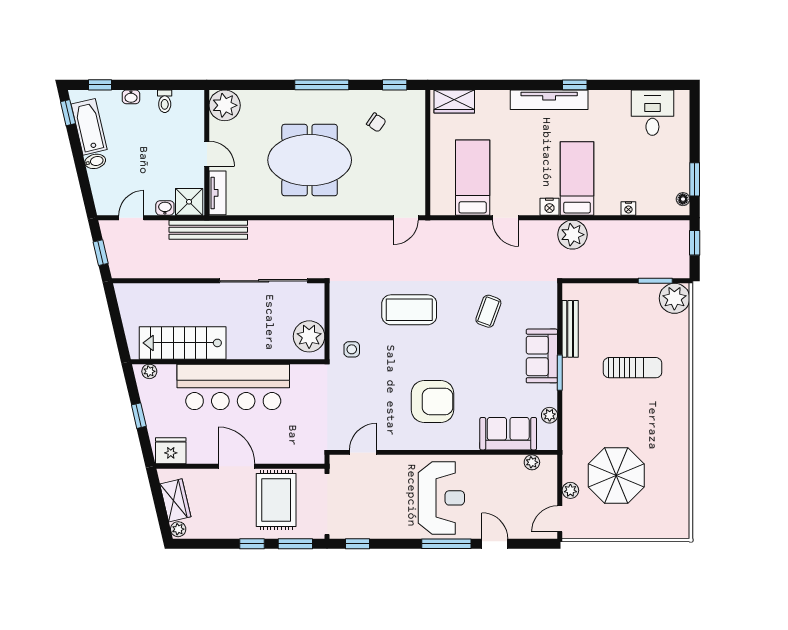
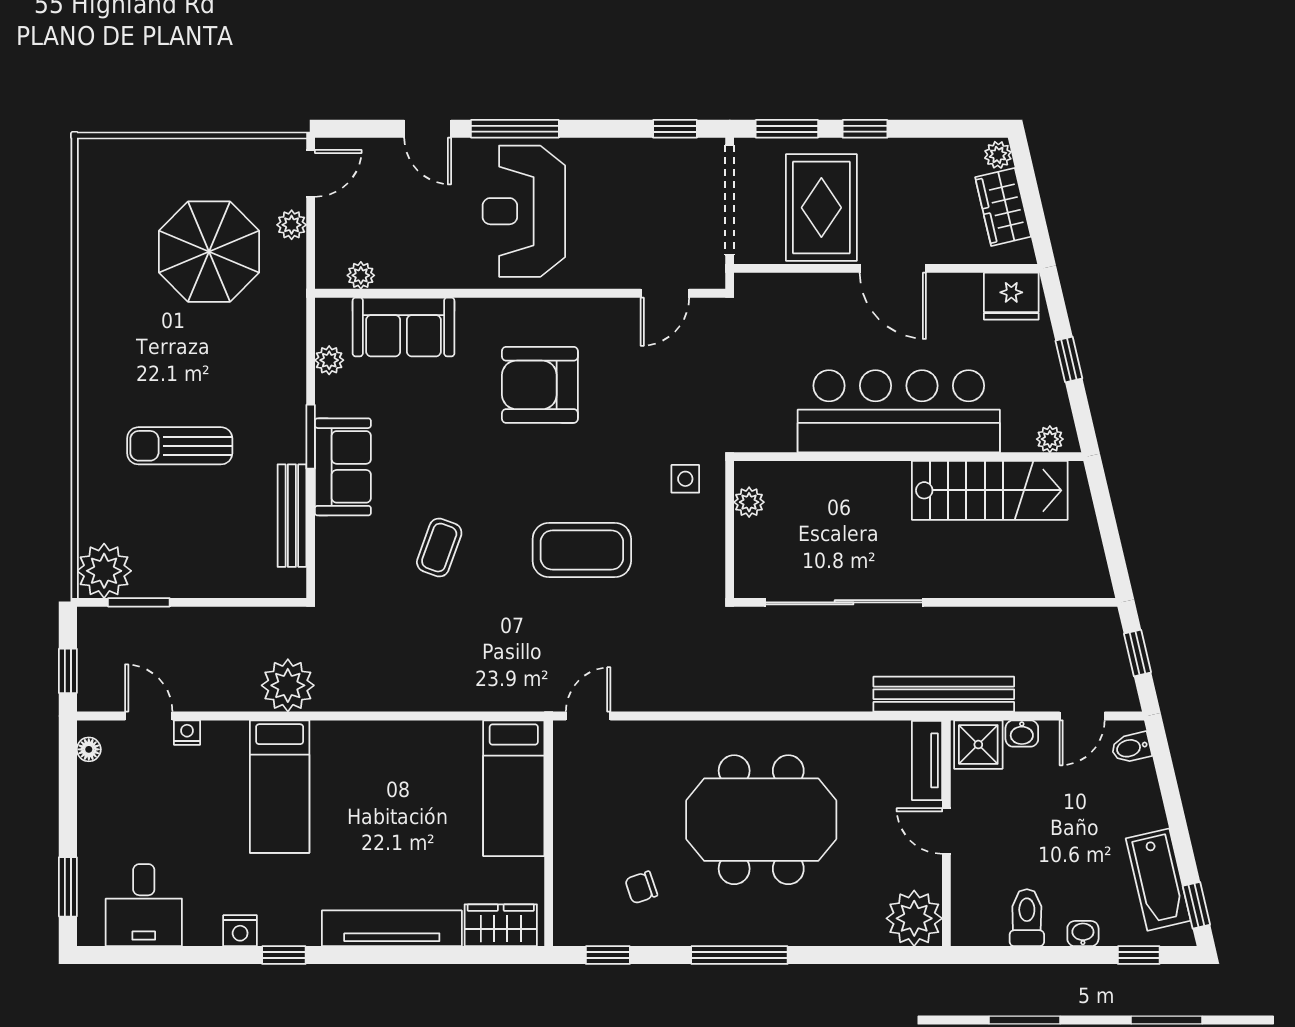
tv unit: (549, 100) -> (392, 928), moved
toilet: (165, 101) -> (1027, 918), width x1.37, depth x1.39
chair: (376, 122) -> (641, 887), turned -54
bidet: (95, 161) -> (1131, 748), moved
bed: (473, 178) -> (514, 788), moved
window: (695, 179) -> (68, 887), moved
nightstand: (549, 207) -> (240, 931), moved, turned 180
door: (505, 218) -> (149, 716), moved
plant: (309, 336) -> (749, 502), width x0.53, depth x0.53

